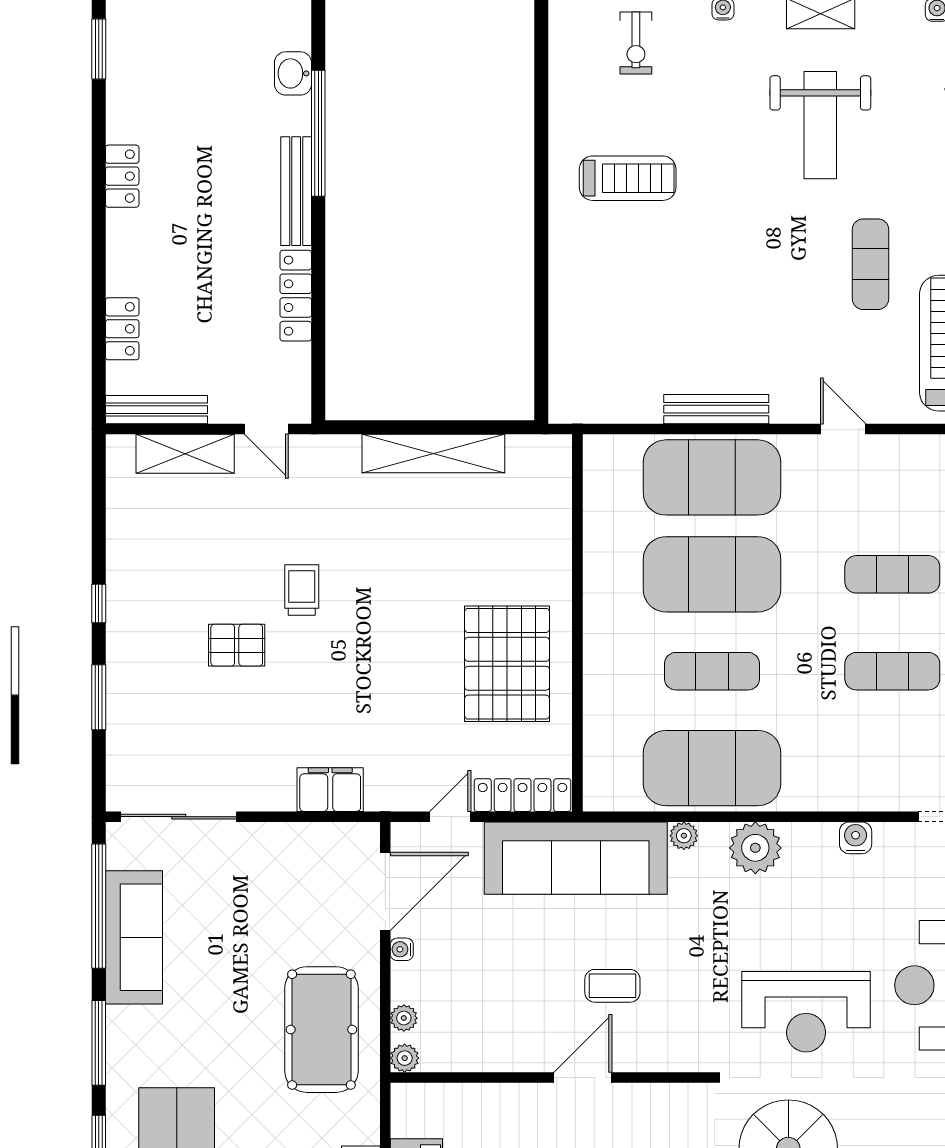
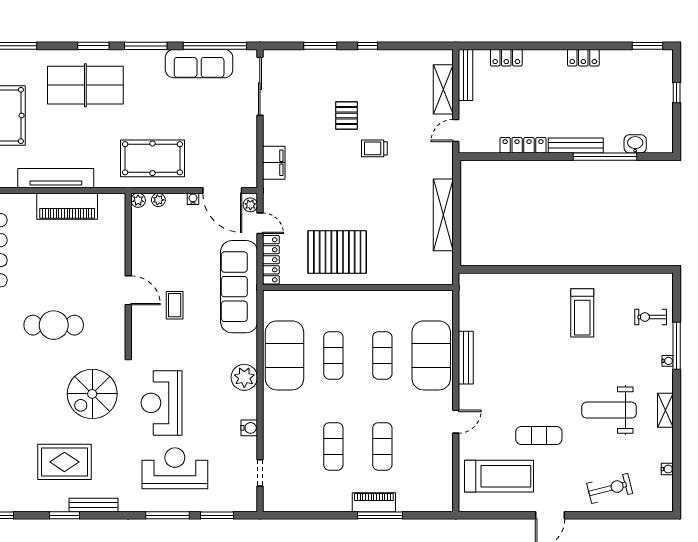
exercise mat: (712, 574) -> (382, 355), width x0.50, depth x0.69
trolley: (302, 590) -> (374, 148), turned 180
plant: (684, 836) -> (250, 205), moved

